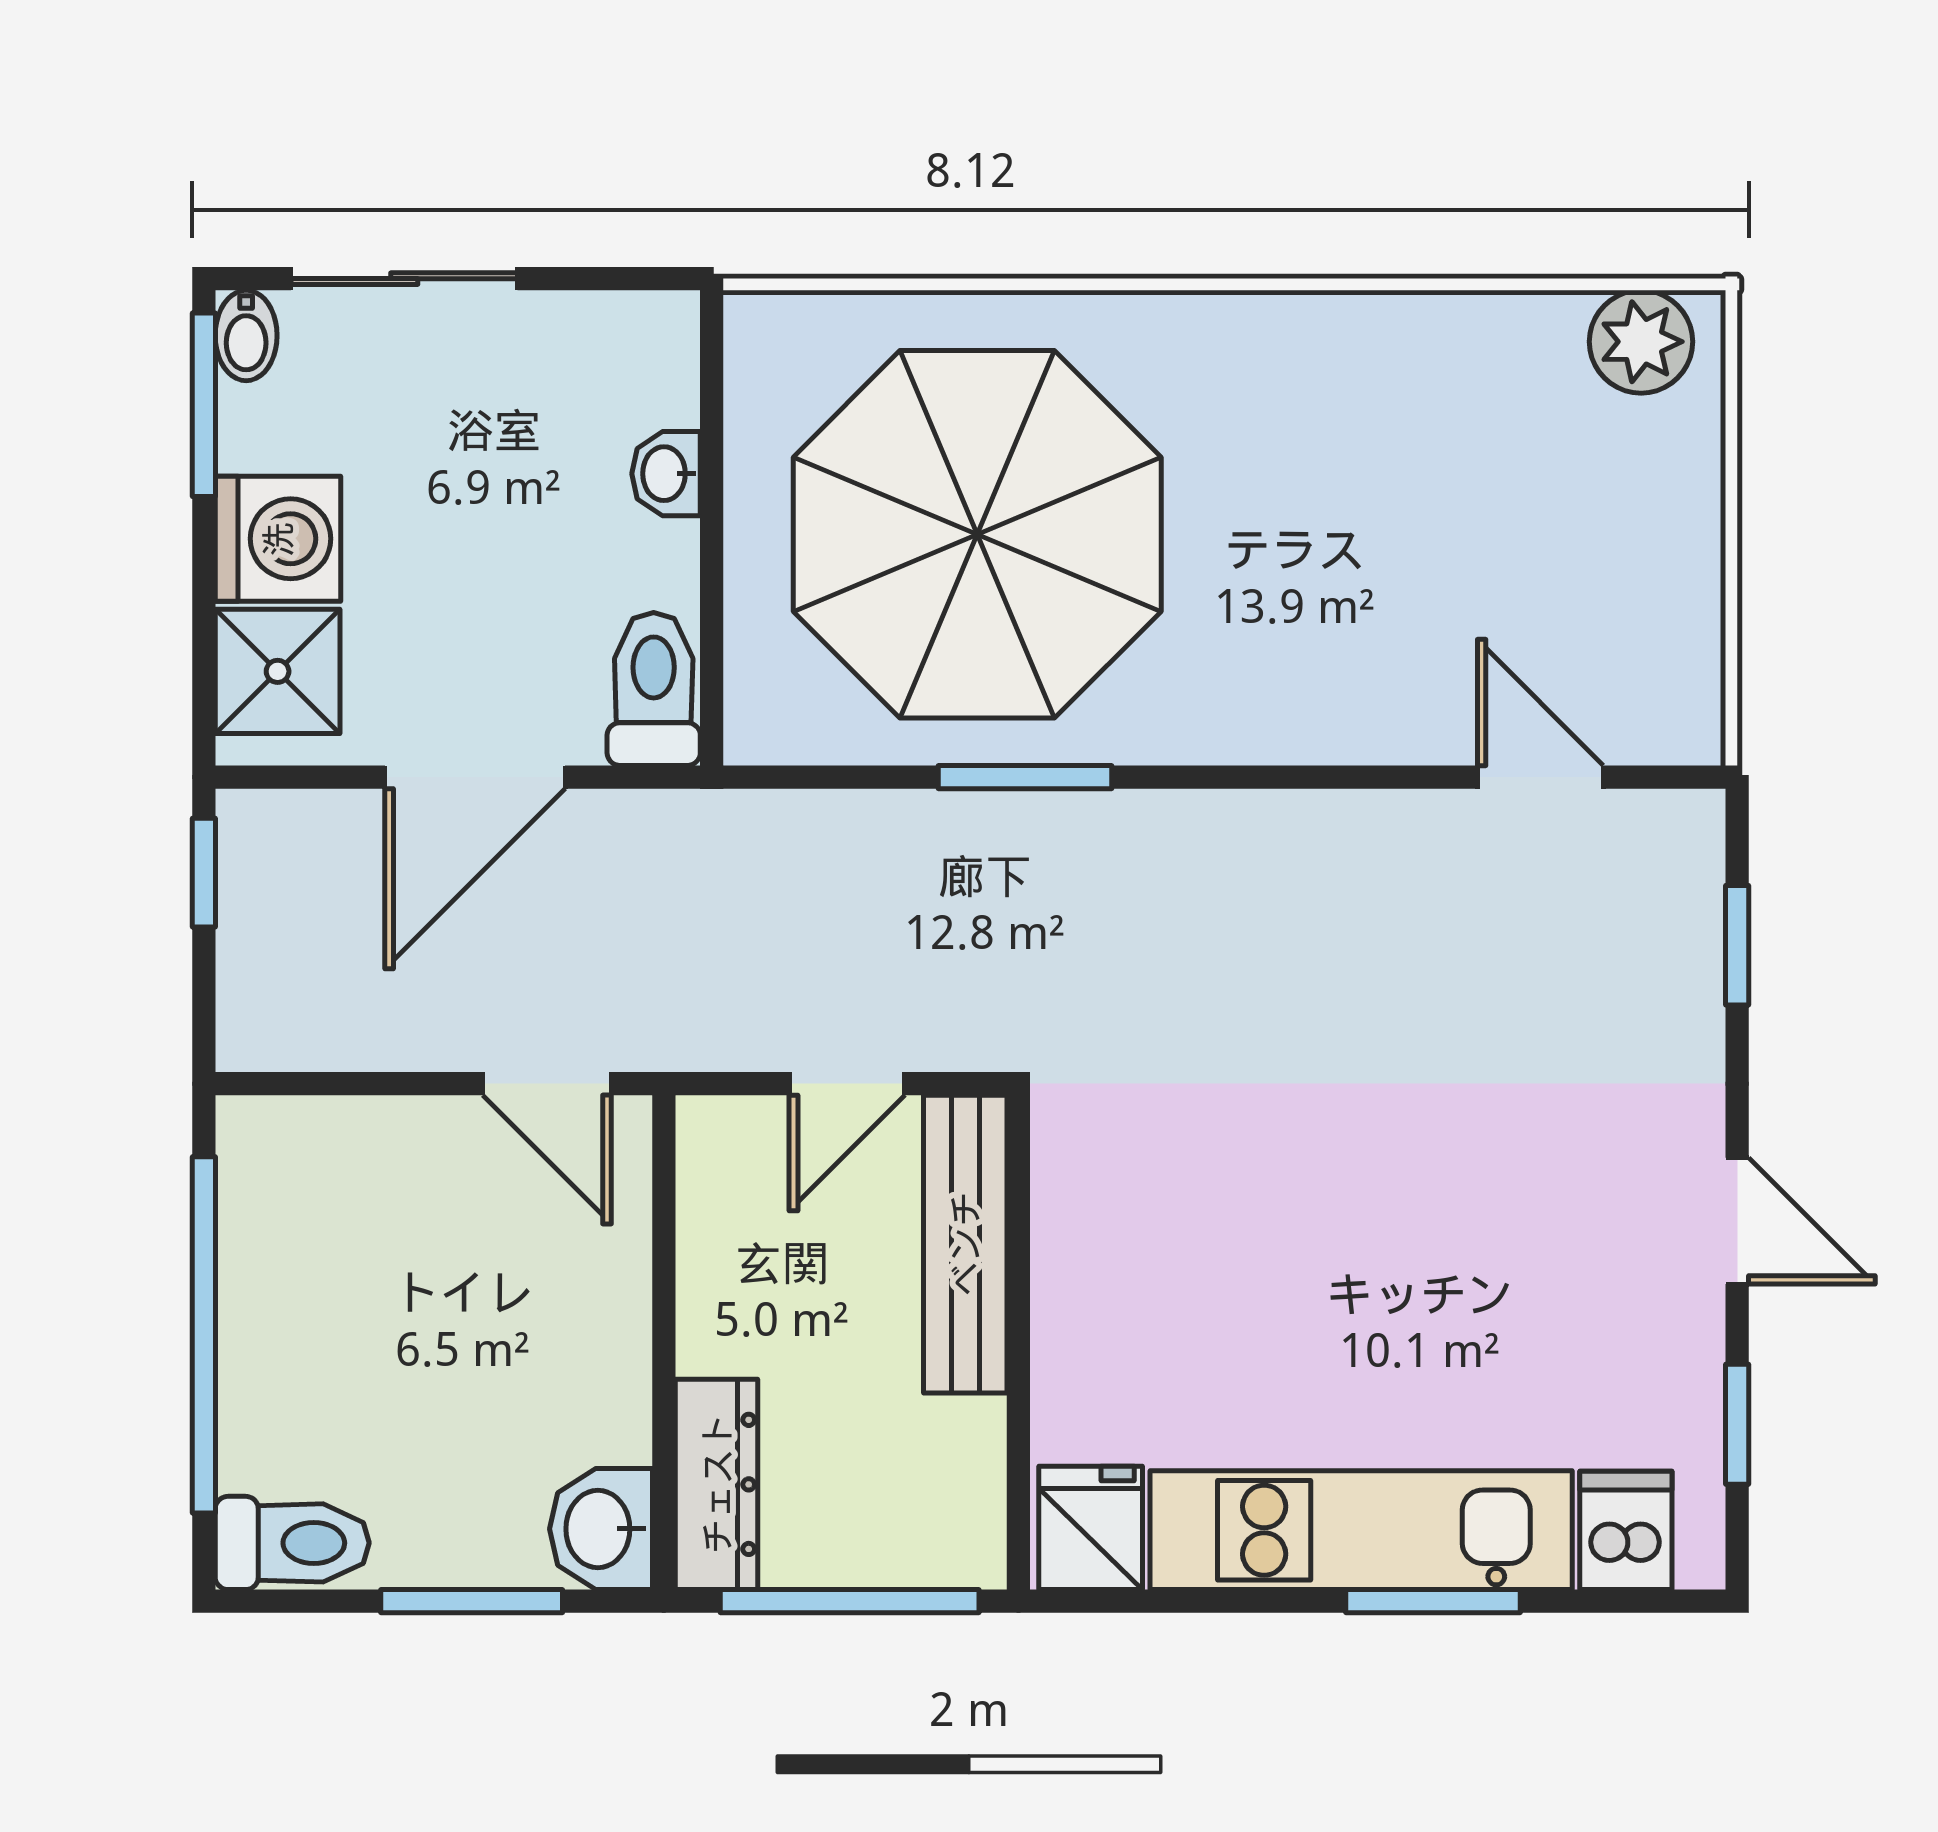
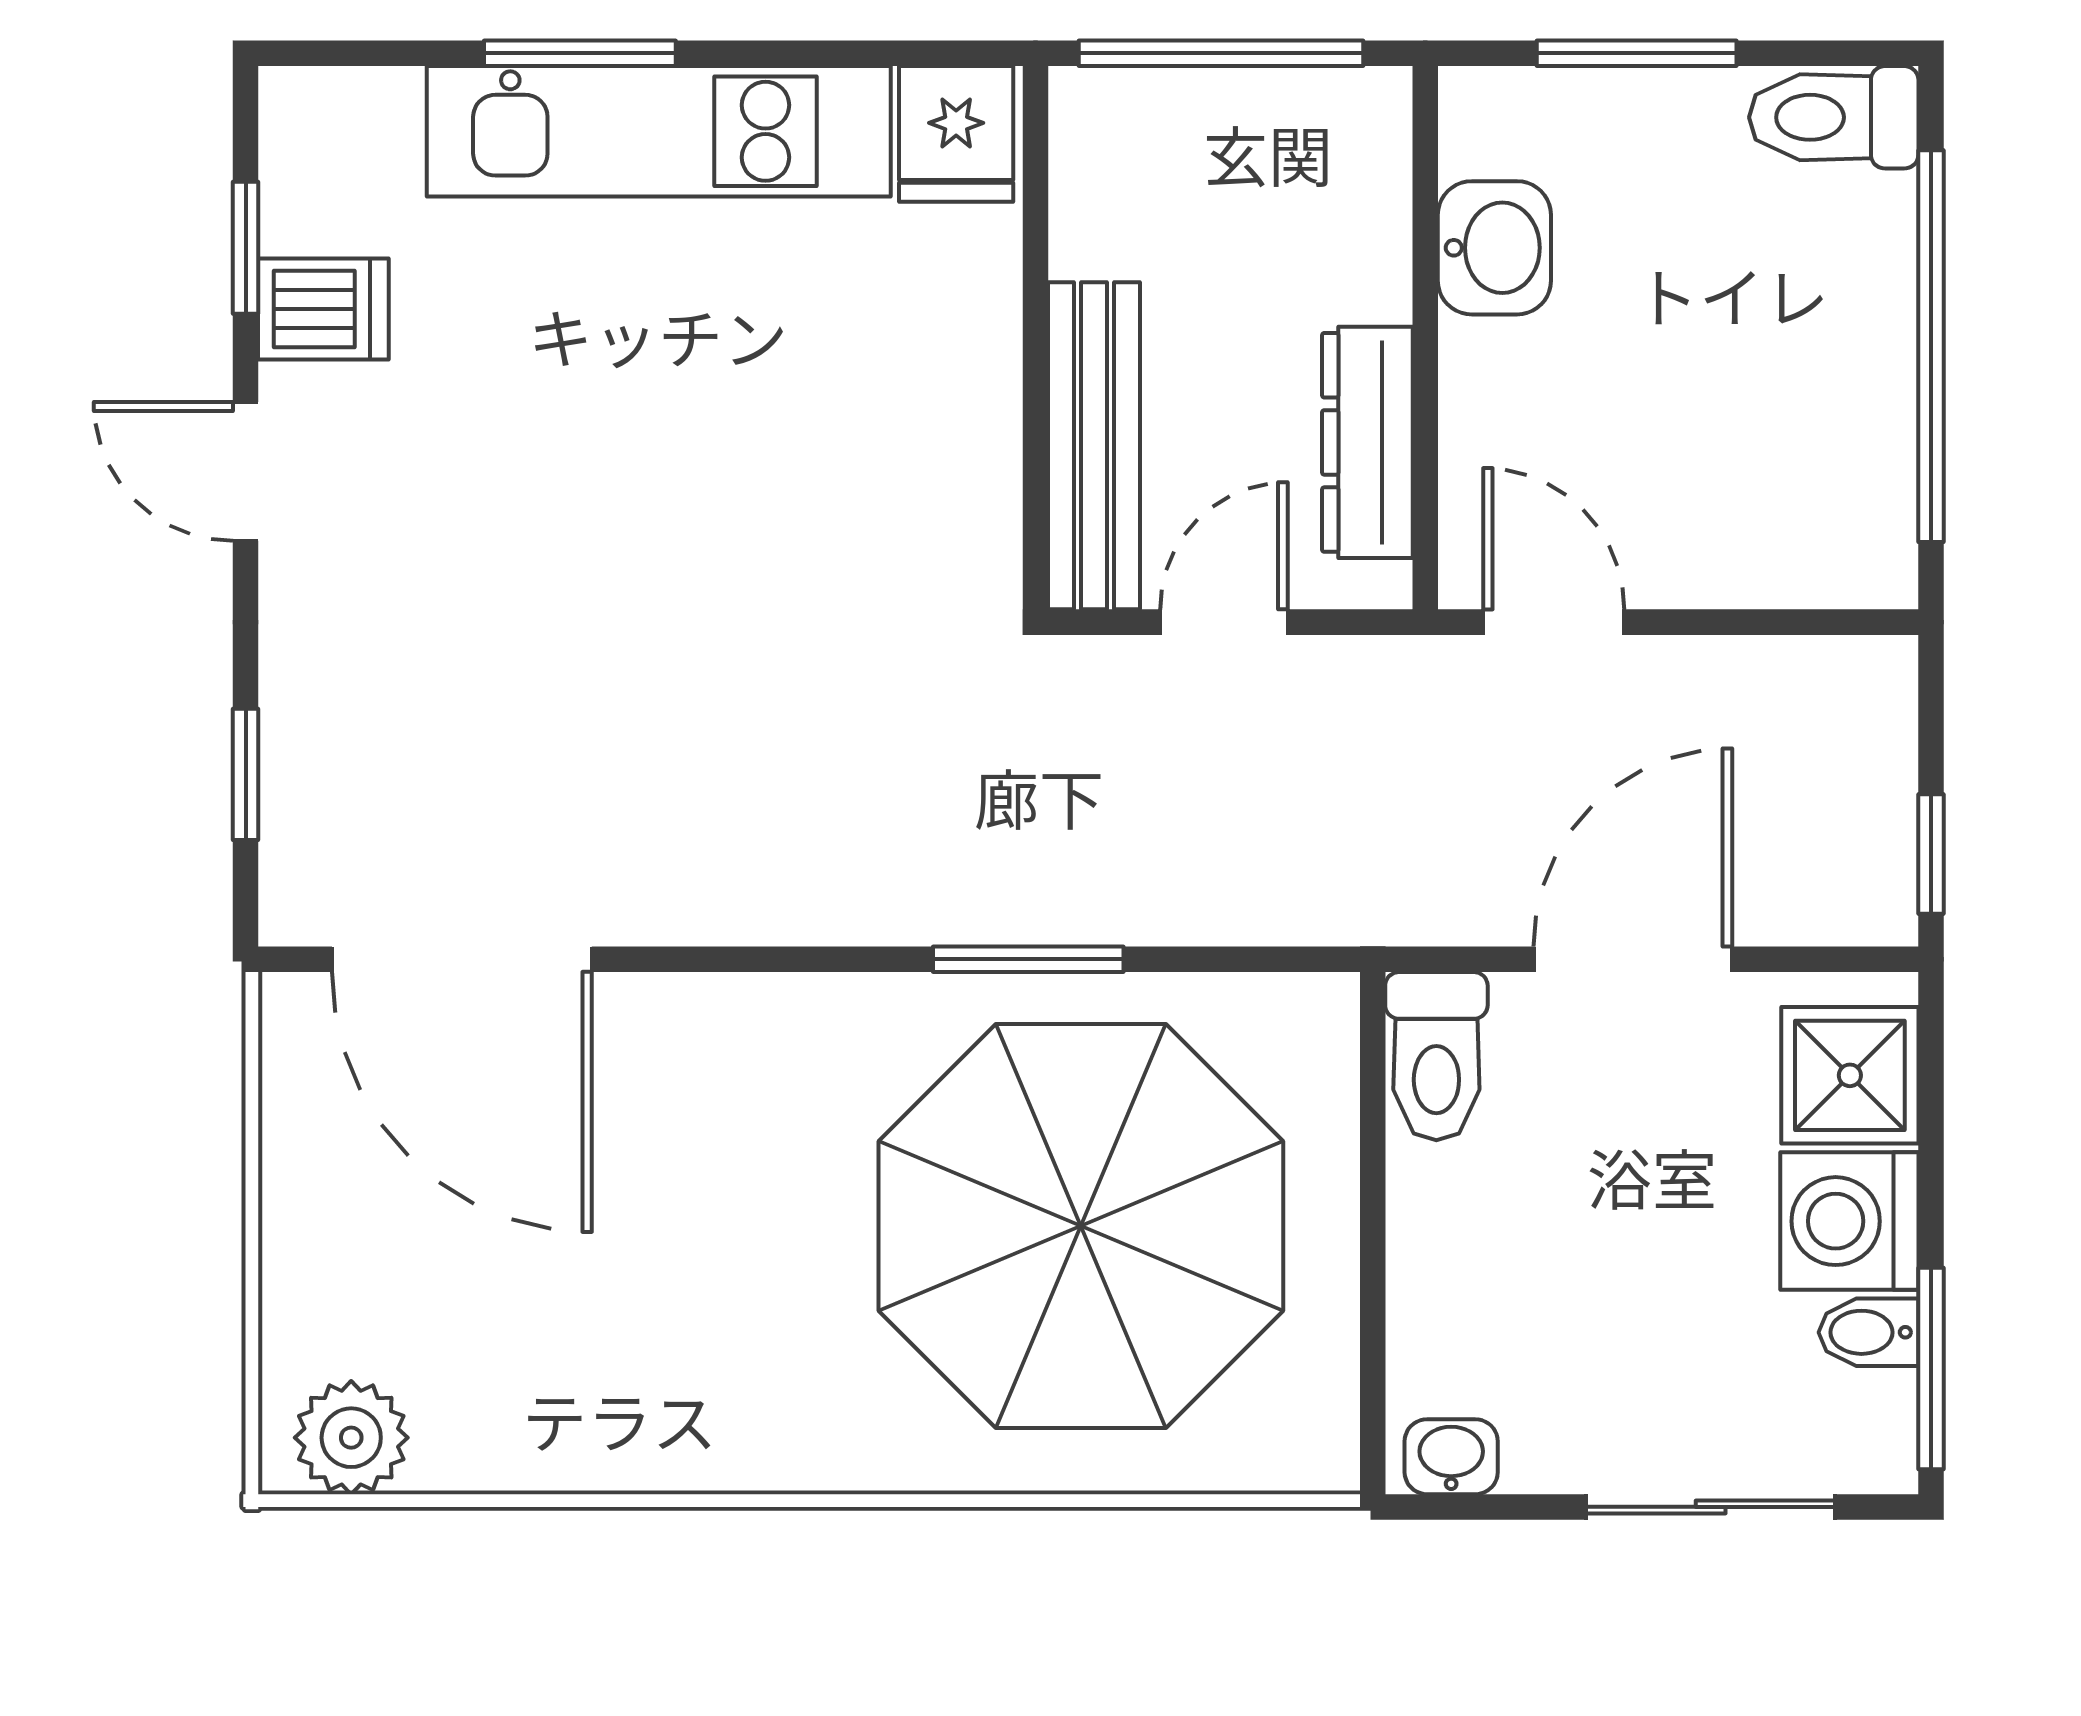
bidet: (246, 336) -> (1868, 1332), moved, turned -90
washbasin: (666, 474) -> (1451, 1457), moved, turned -90
door: (1540, 777) -> (462, 959), width x1.88
dresser: (717, 1484) -> (1367, 442), moved
washbasin: (601, 1529) -> (1494, 248), moved
dishwasher: (1626, 1530) -> (323, 309), moved, turned -90

